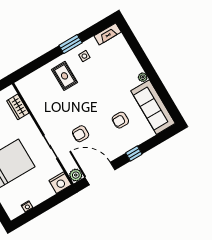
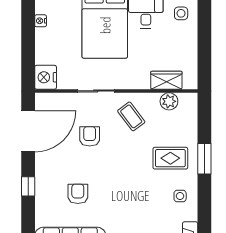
window: (71, 44) -> (204, 159), moved
coffee table: (53, 115) -> (131, 116), added
plant: (76, 175) -> (169, 101), moved

